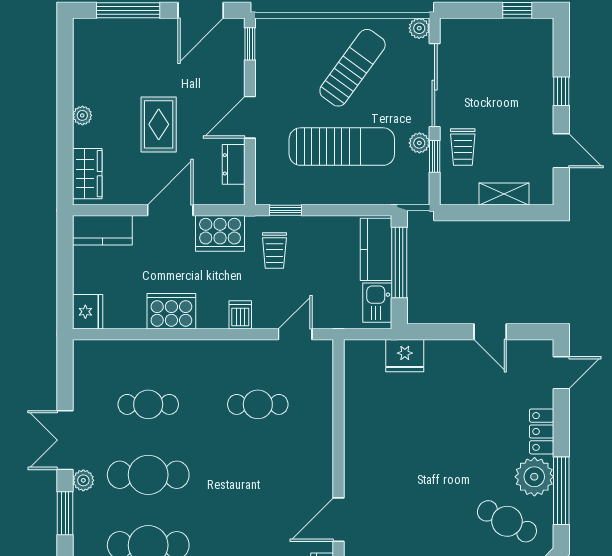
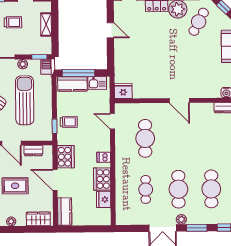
trolley: (463, 147) -> (13, 22), moved
window: (435, 156) -> (39, 57), moved
barbecue: (413, 194) -> (46, 67), added
trolley: (274, 250) -> (69, 122), moved
fridge: (88, 312) -> (104, 199), moved, turned -90
dishwasher: (240, 315) -> (104, 157), moved
door: (490, 332) -> (110, 30), hinge flipped
fridge: (405, 356) -> (123, 91), moved, turned -90
cafe table: (258, 404) -> (145, 138), width x1.37, depth x1.35
door: (338, 520) -> (179, 100), moved

